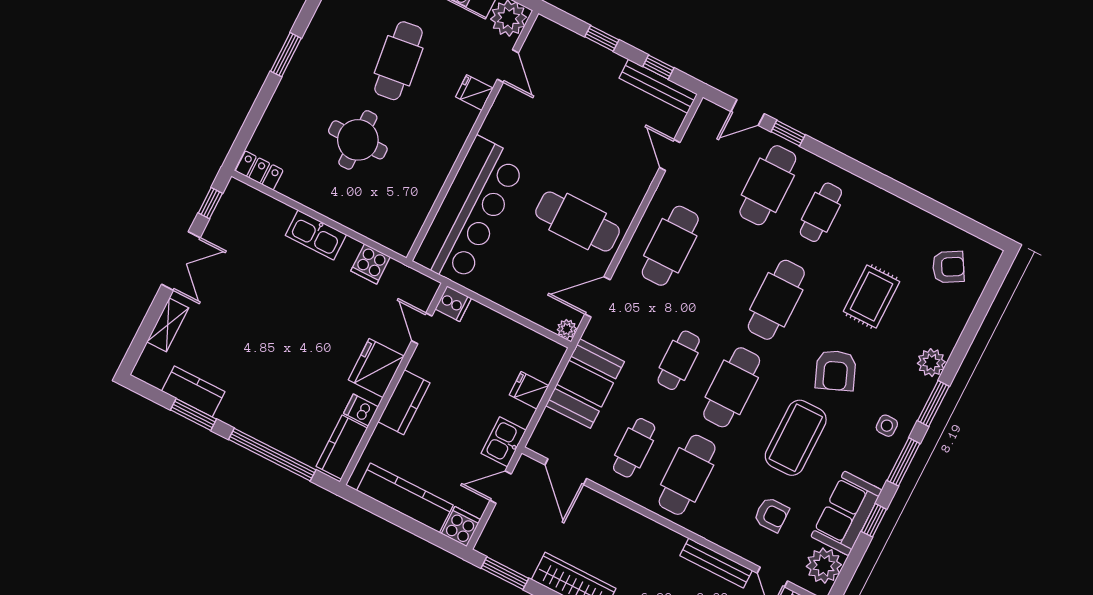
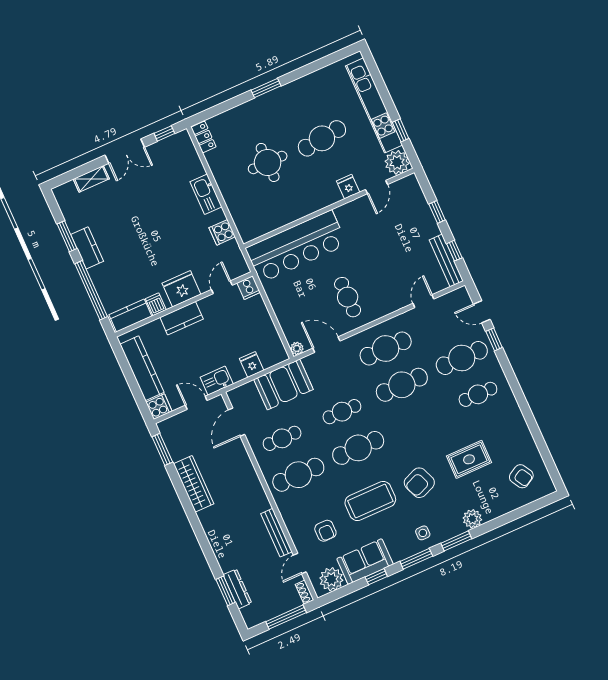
cafe table: (578, 222) -> (348, 297), width x0.73, depth x0.74
cafe table: (776, 300) -> (402, 385), moved
kitchen counter: (193, 391) -> (87, 248), moved

